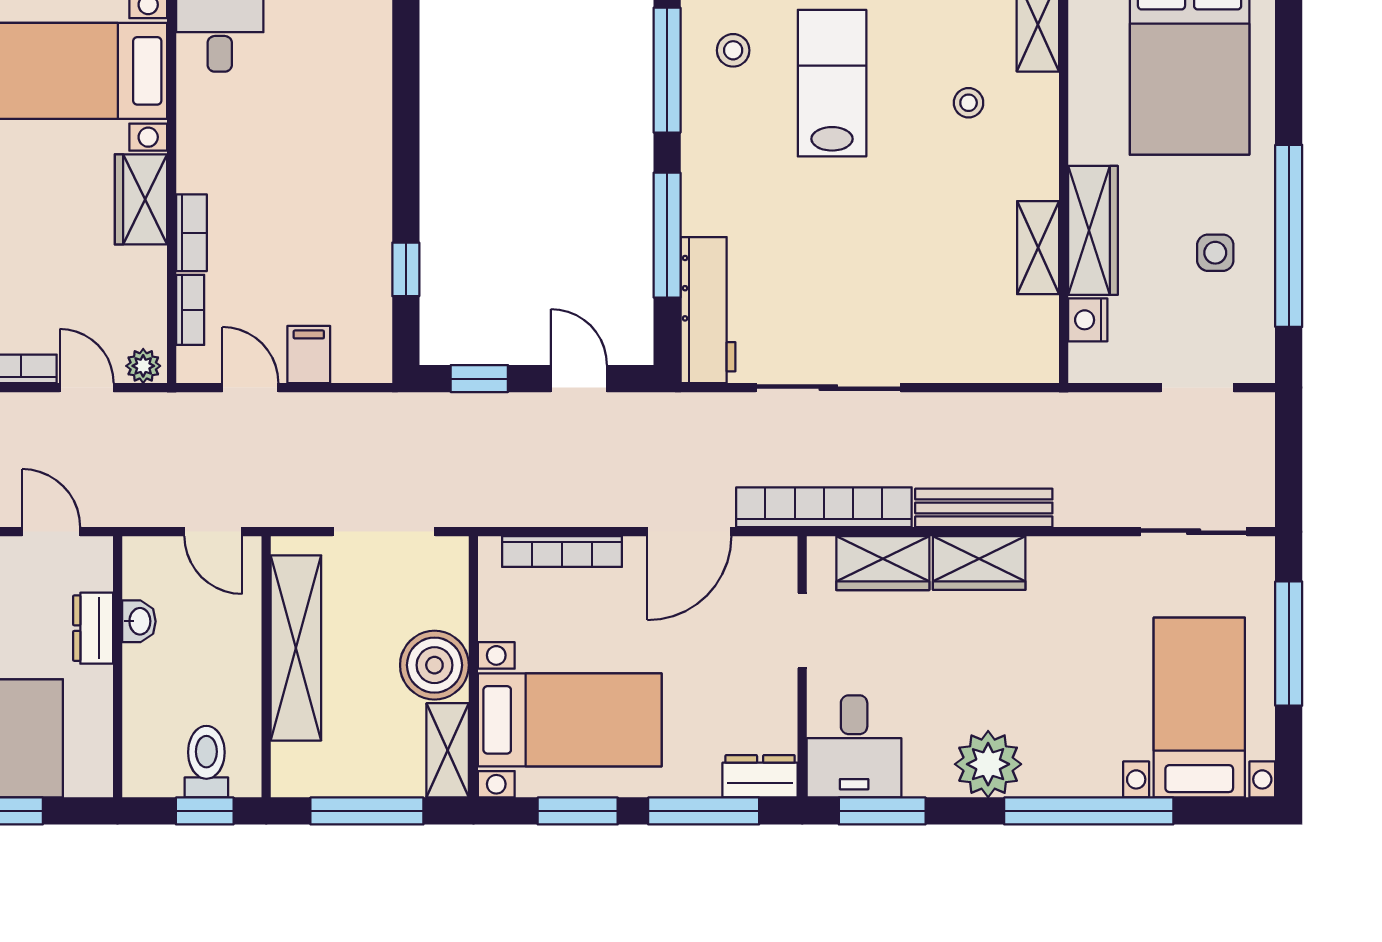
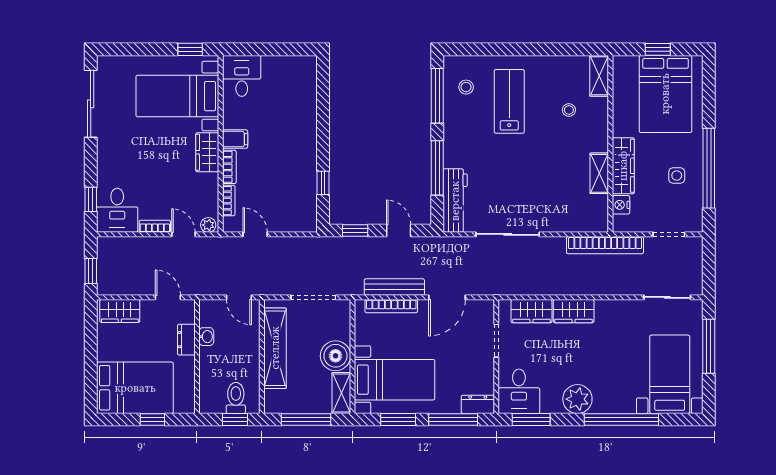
filing cabinet: (309, 354) -> (235, 139), moved, turned 90
bookcase: (824, 507) -> (605, 245), moved, turned 180
bench: (984, 508) -> (394, 287), moved

